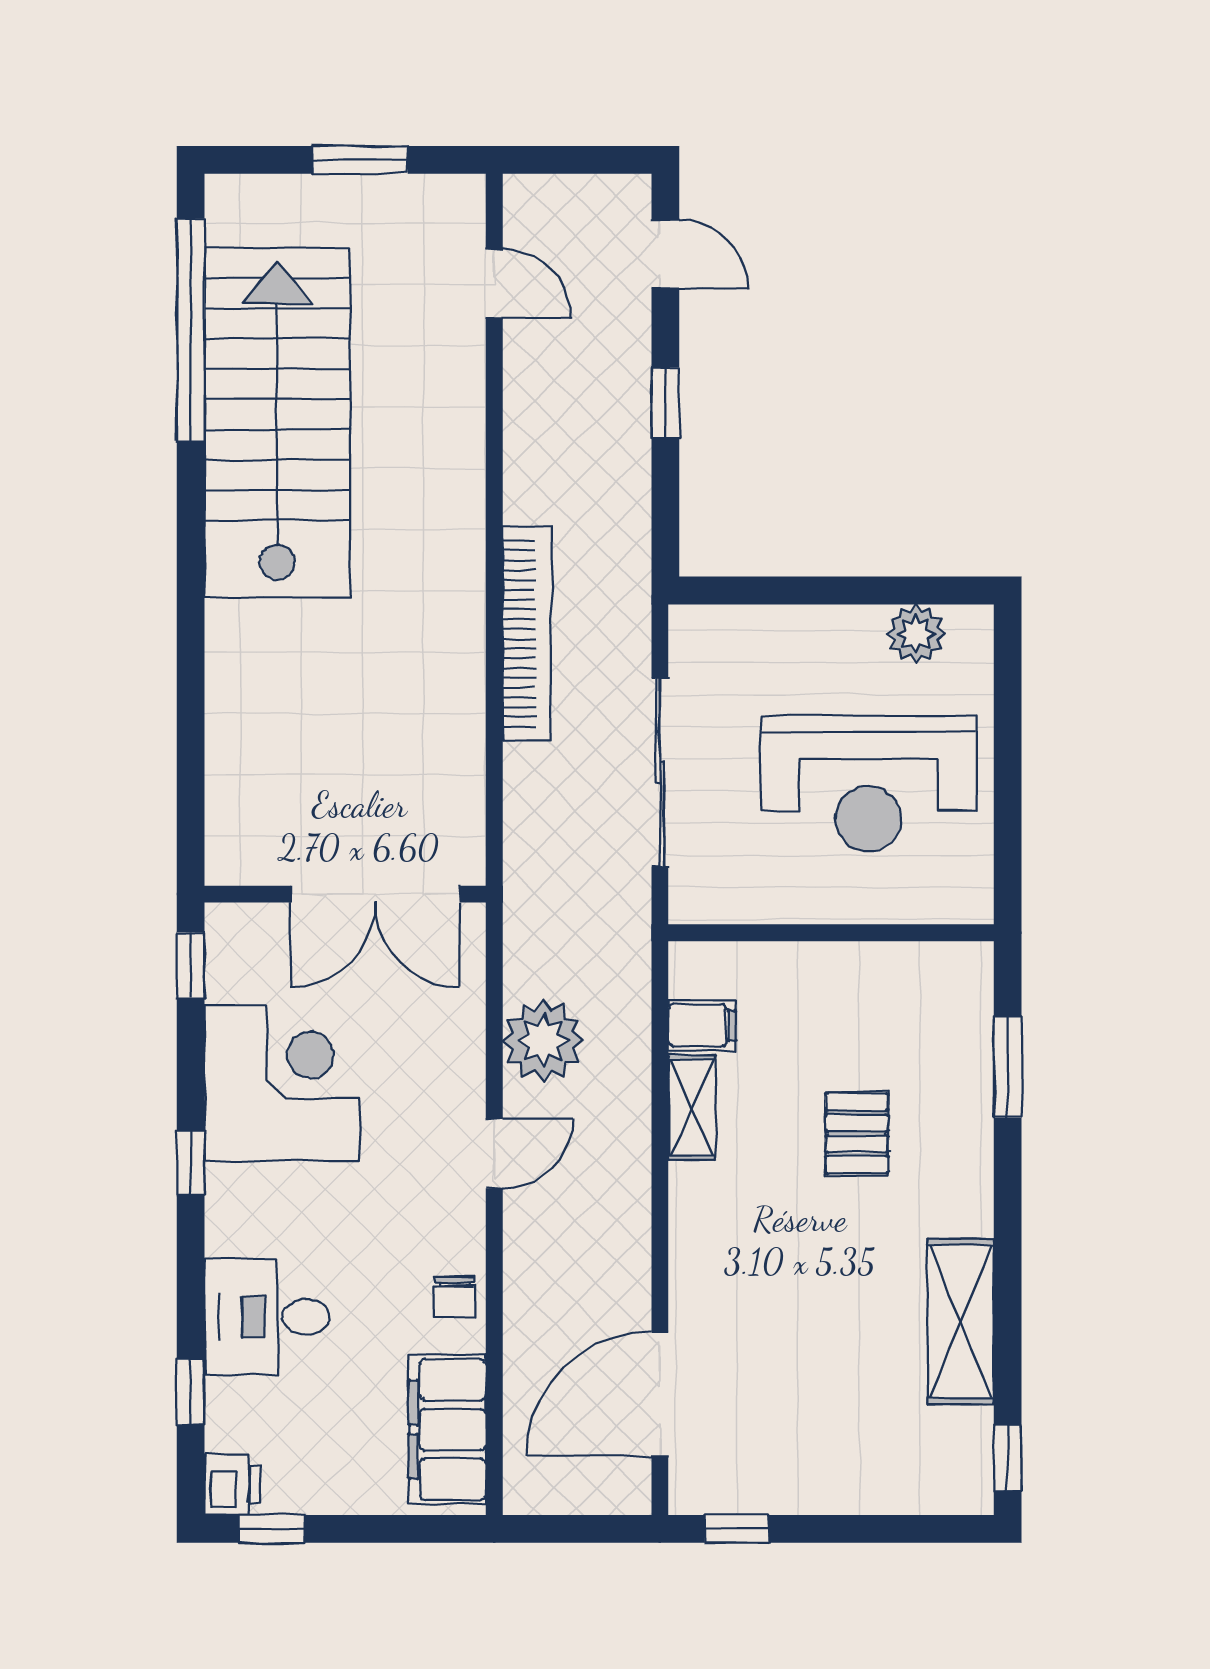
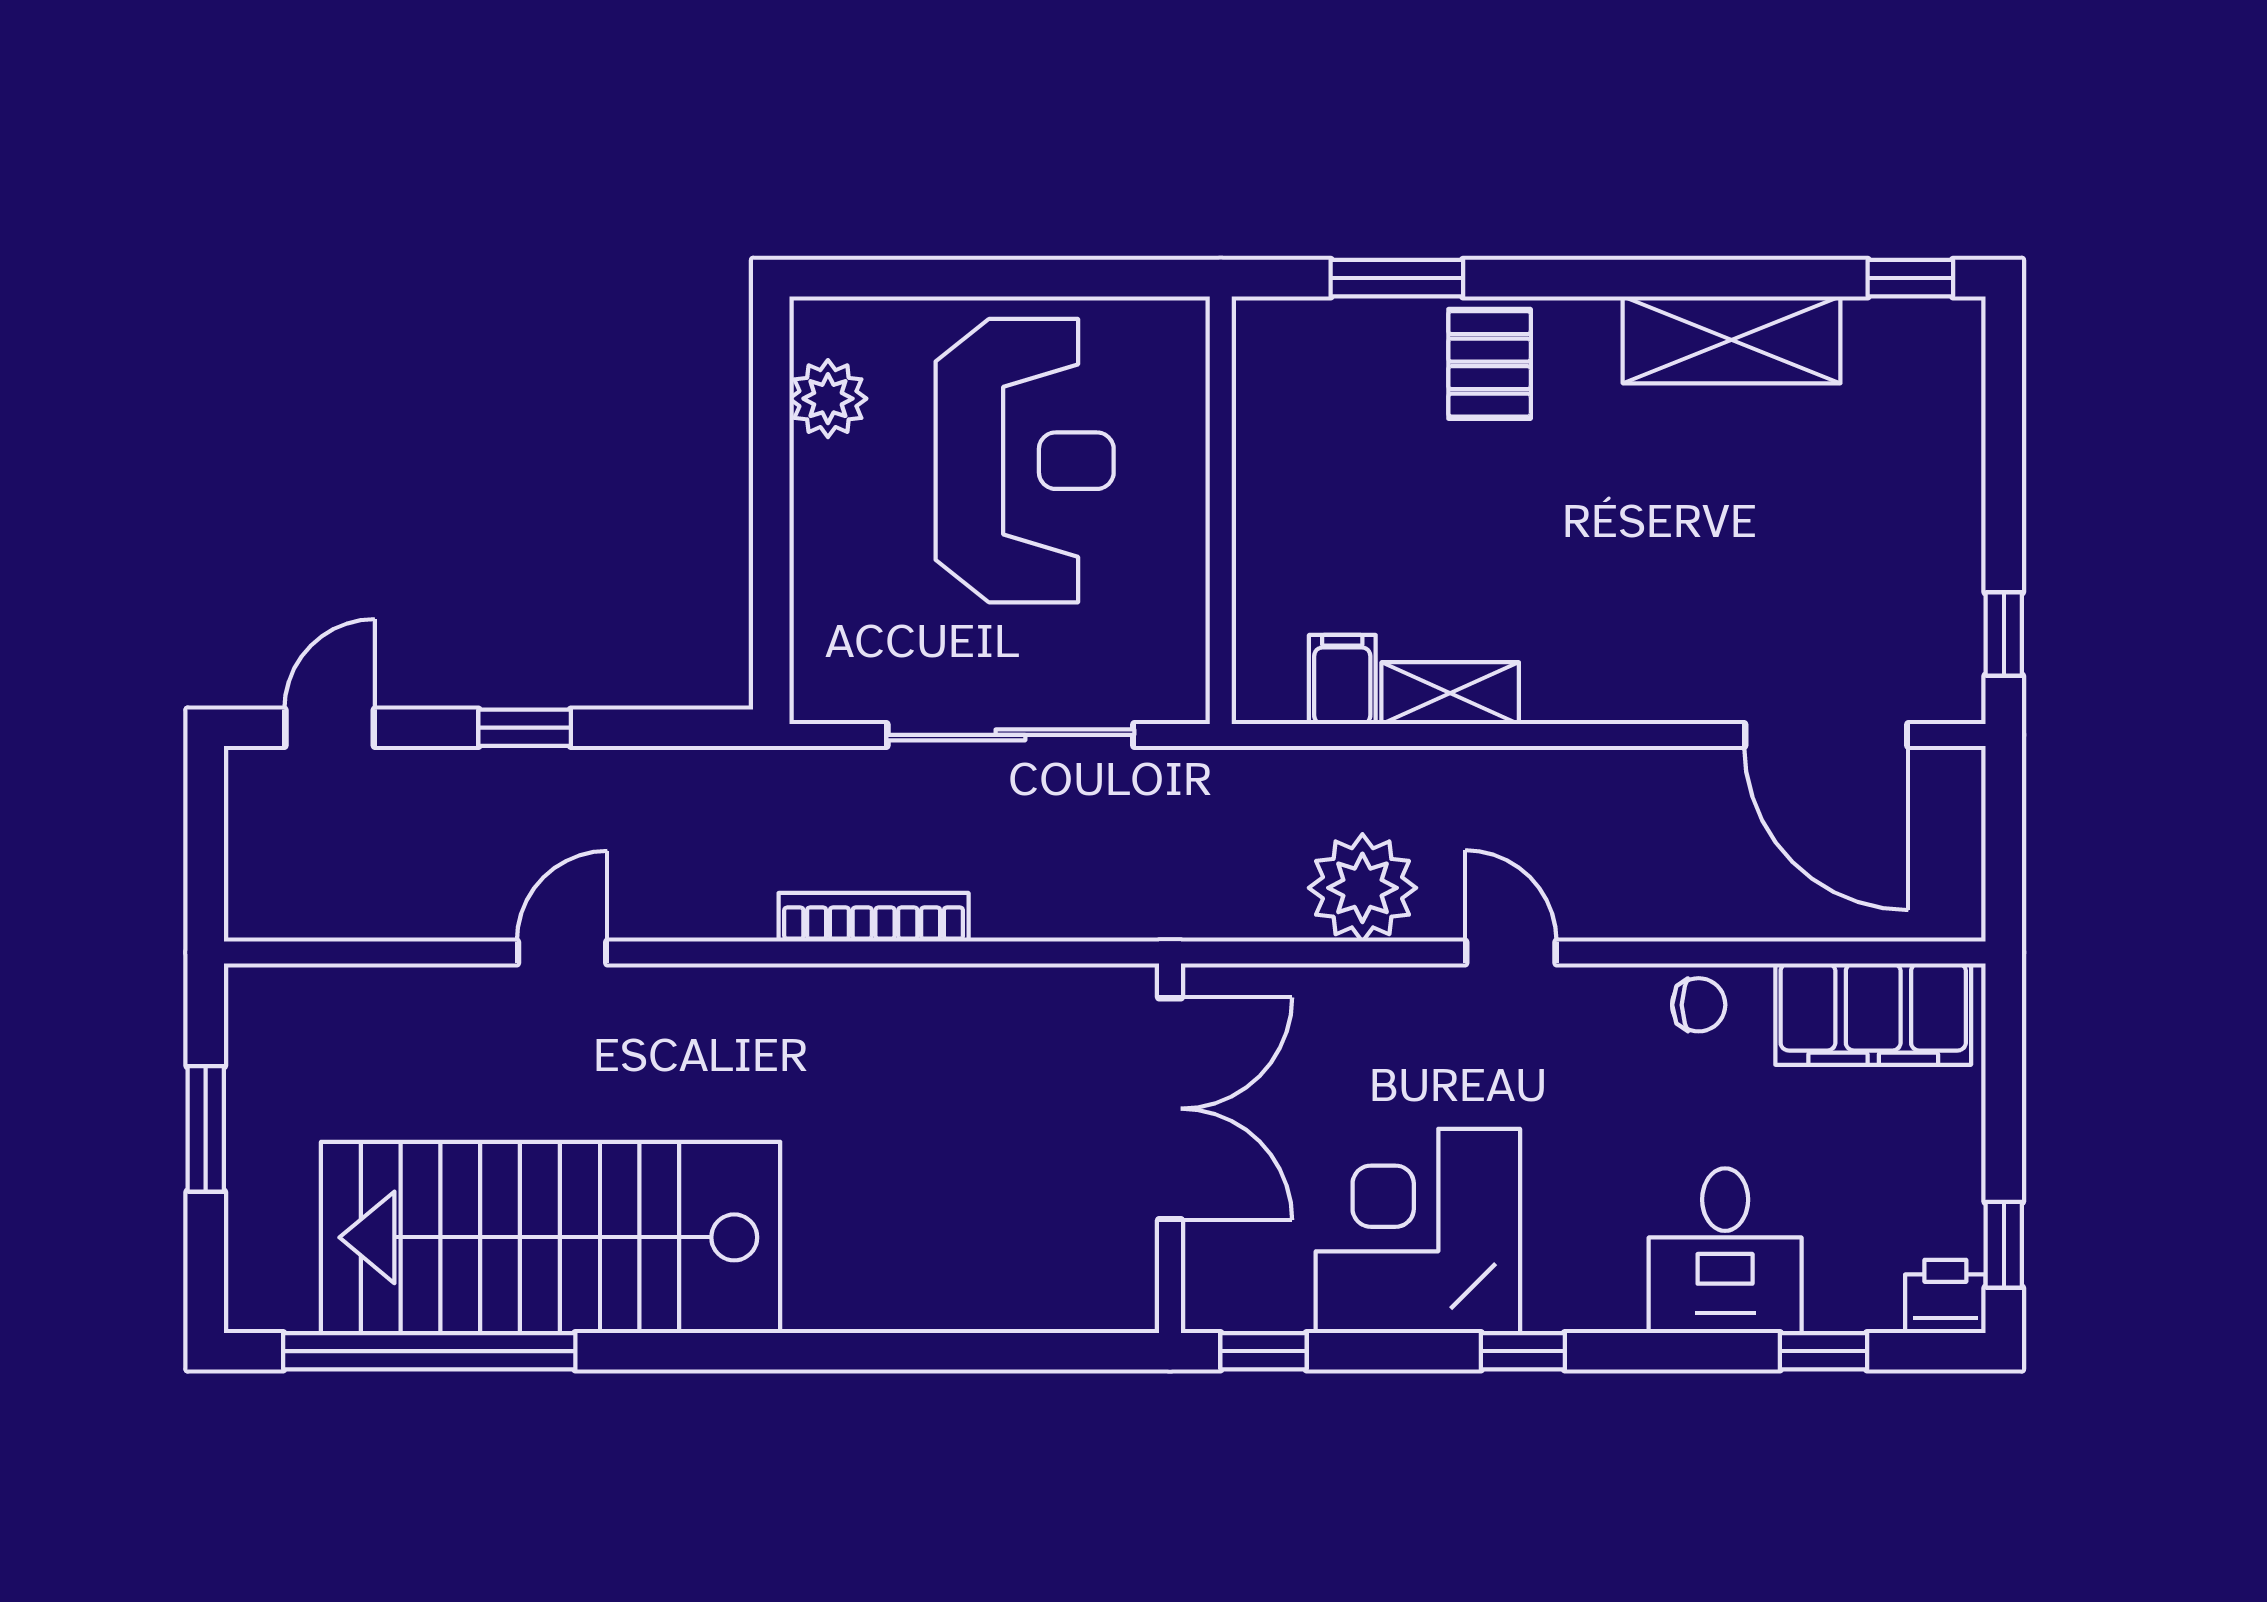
door: (494, 284) -> (562, 952), moved
bookcase: (527, 634) -> (874, 917), width x0.68, depth x0.76
pallet: (857, 1133) -> (1490, 364), moved, turned 90

